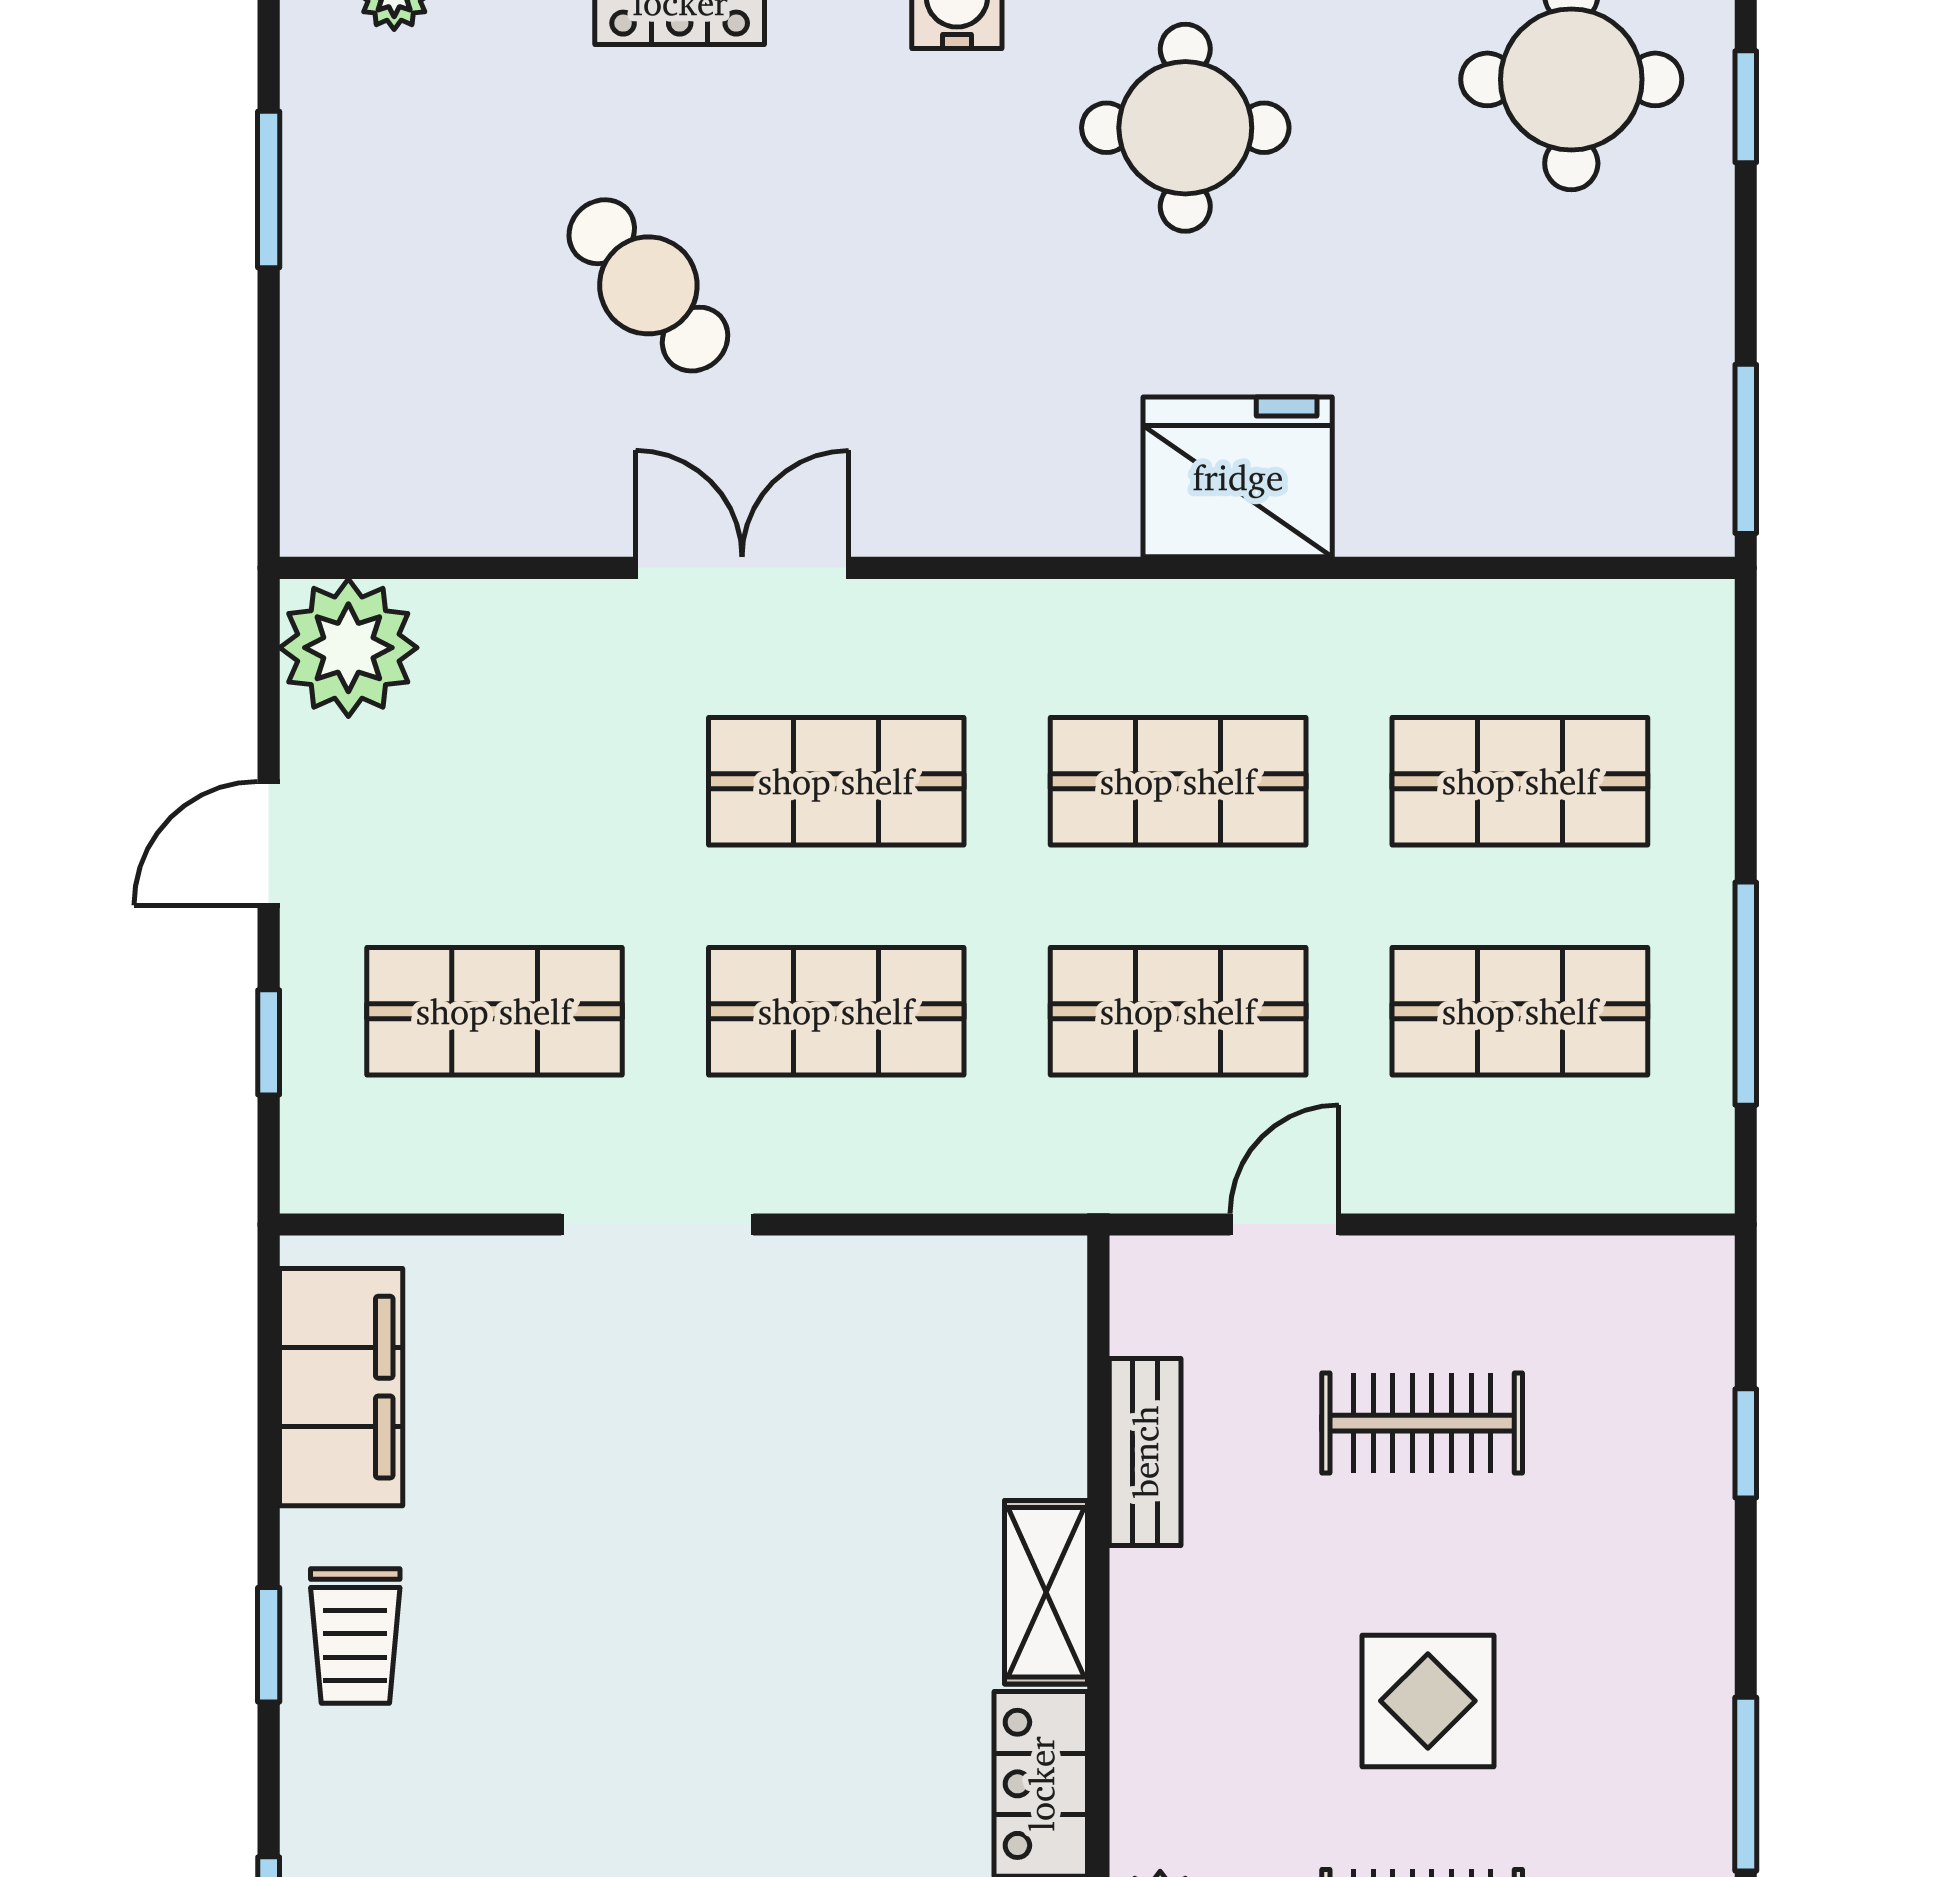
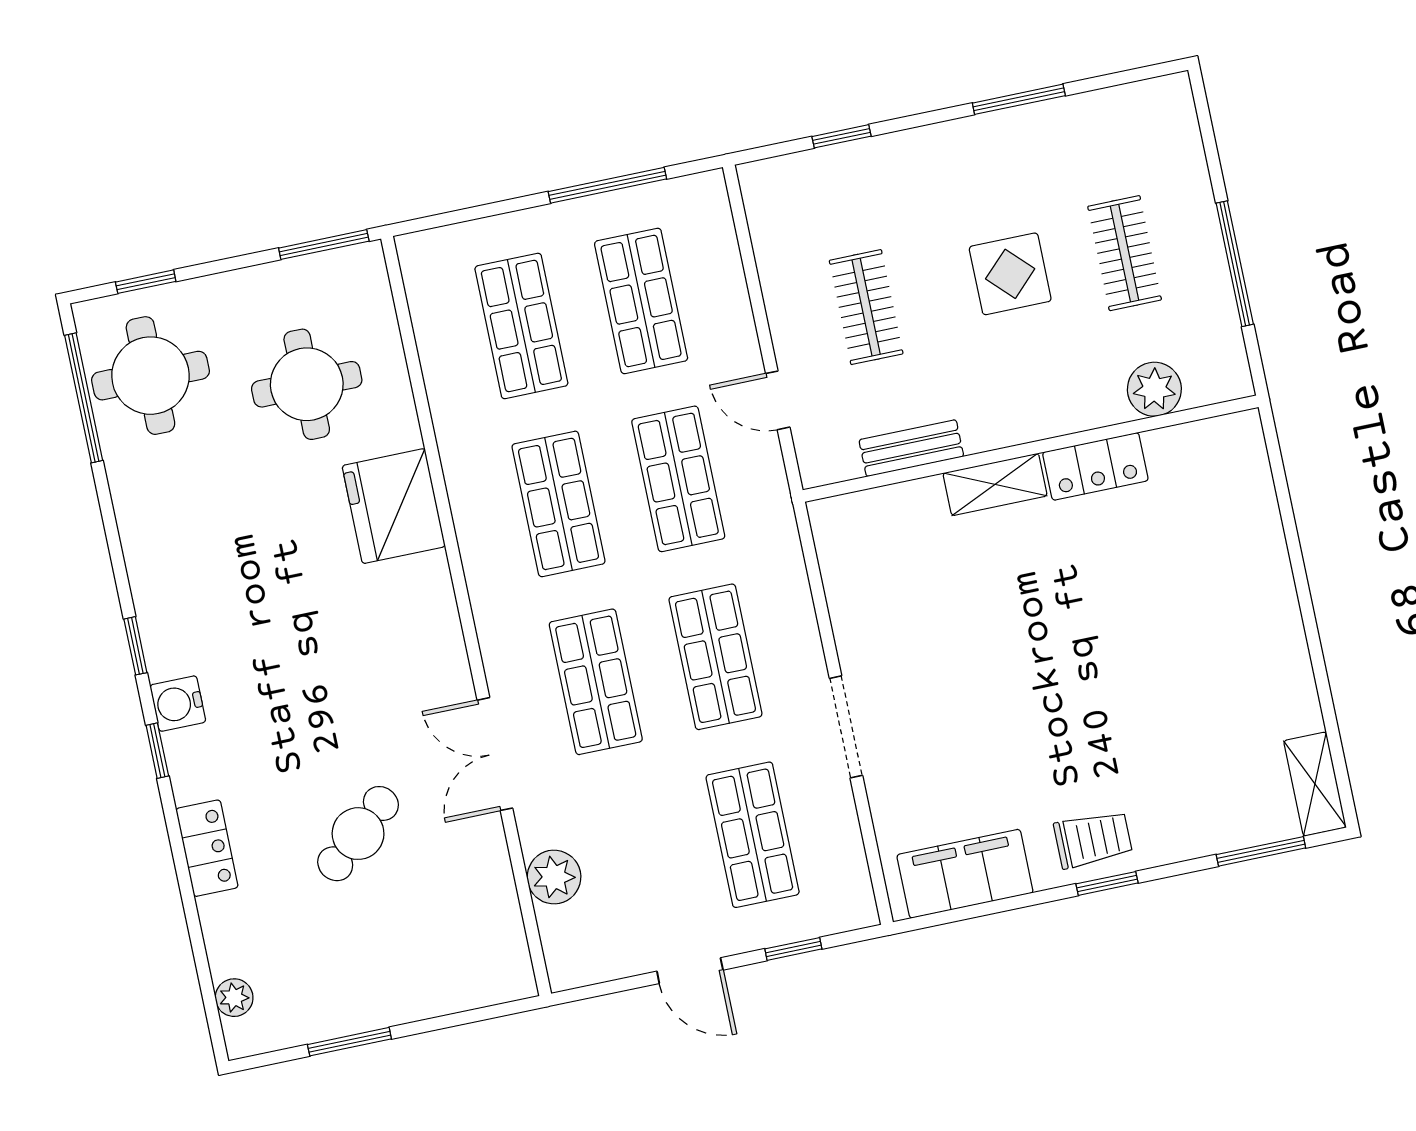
round table: (1185, 128) -> (307, 384), moved
plant: (348, 648) -> (554, 877), moved, width x0.73, depth x0.73

